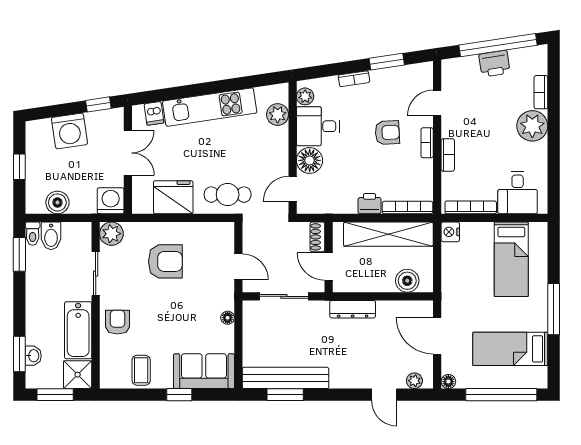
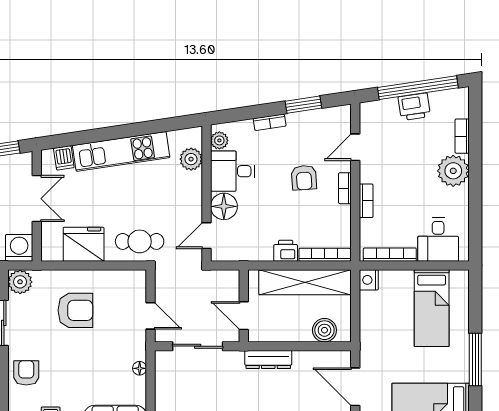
armchair: (387, 133) -> (304, 178), turned 89
shoe rack: (317, 237) -> (232, 285), removed

